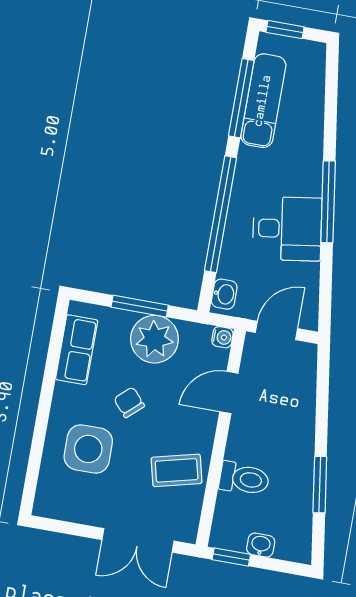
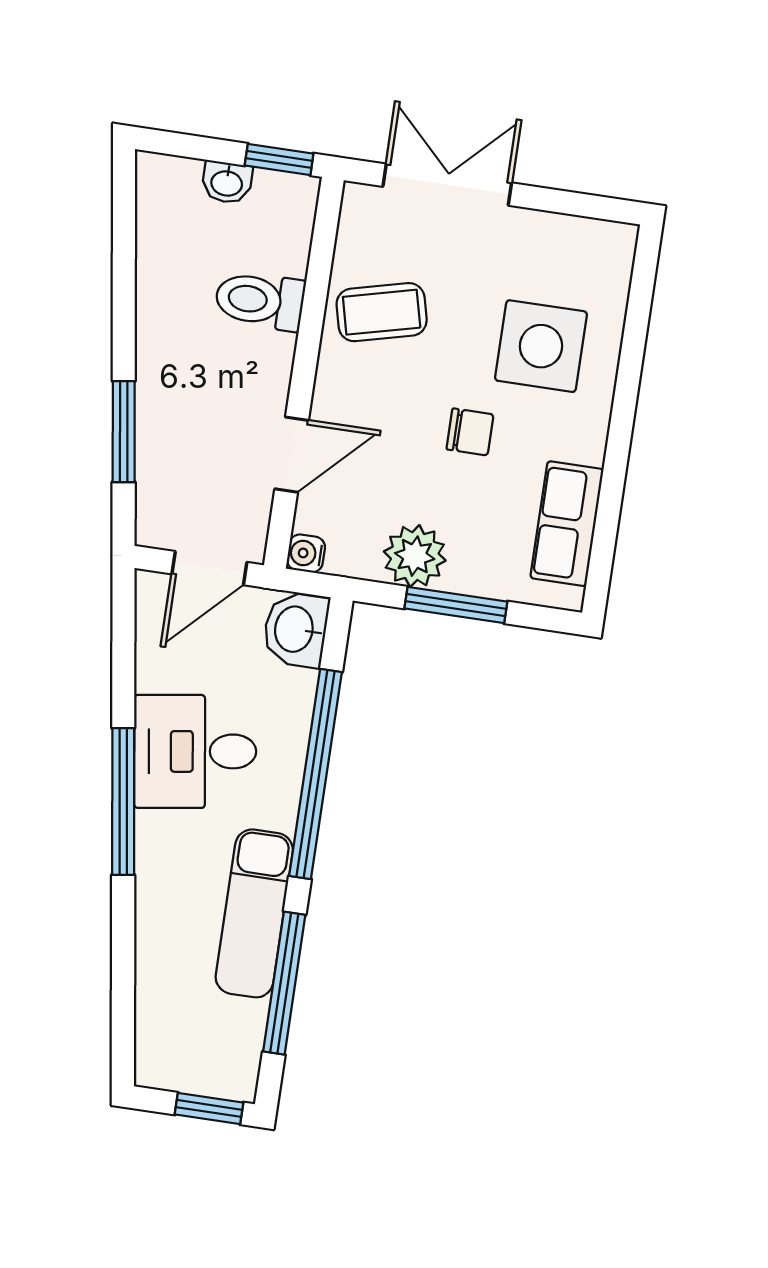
exam couch: (263, 101) -> (254, 913), moved
washbasin: (224, 294) -> (296, 629), width x1.38, depth x1.45
plant: (154, 339) -> (415, 556), width x0.73, depth x0.73
chair: (129, 402) -> (470, 432), turned -48
window: (320, 485) -> (124, 432), moved

